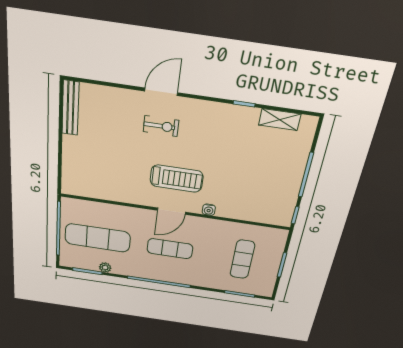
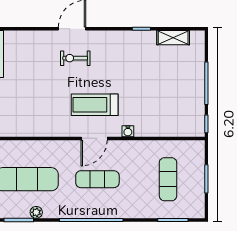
exercise bike: (161, 126) -> (75, 58), turned 180
treadmill: (177, 179) -> (95, 105), turned 180

